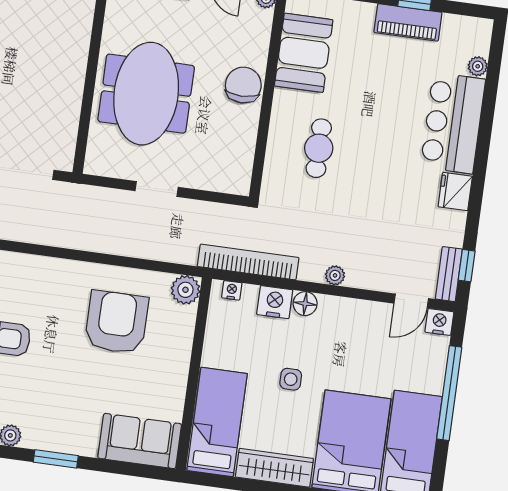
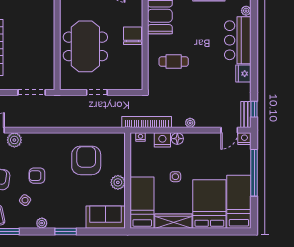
cafe table: (319, 148) -> (174, 62), turned 90
plant: (185, 290) -> (118, 182), moved

